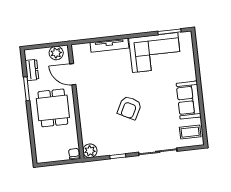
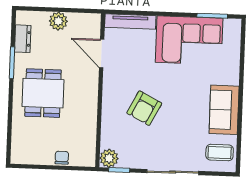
door: (73, 74) -> (102, 54), moved
wall: (76, 102) -> (100, 90), moved
plant: (90, 151) -> (109, 158), moved

